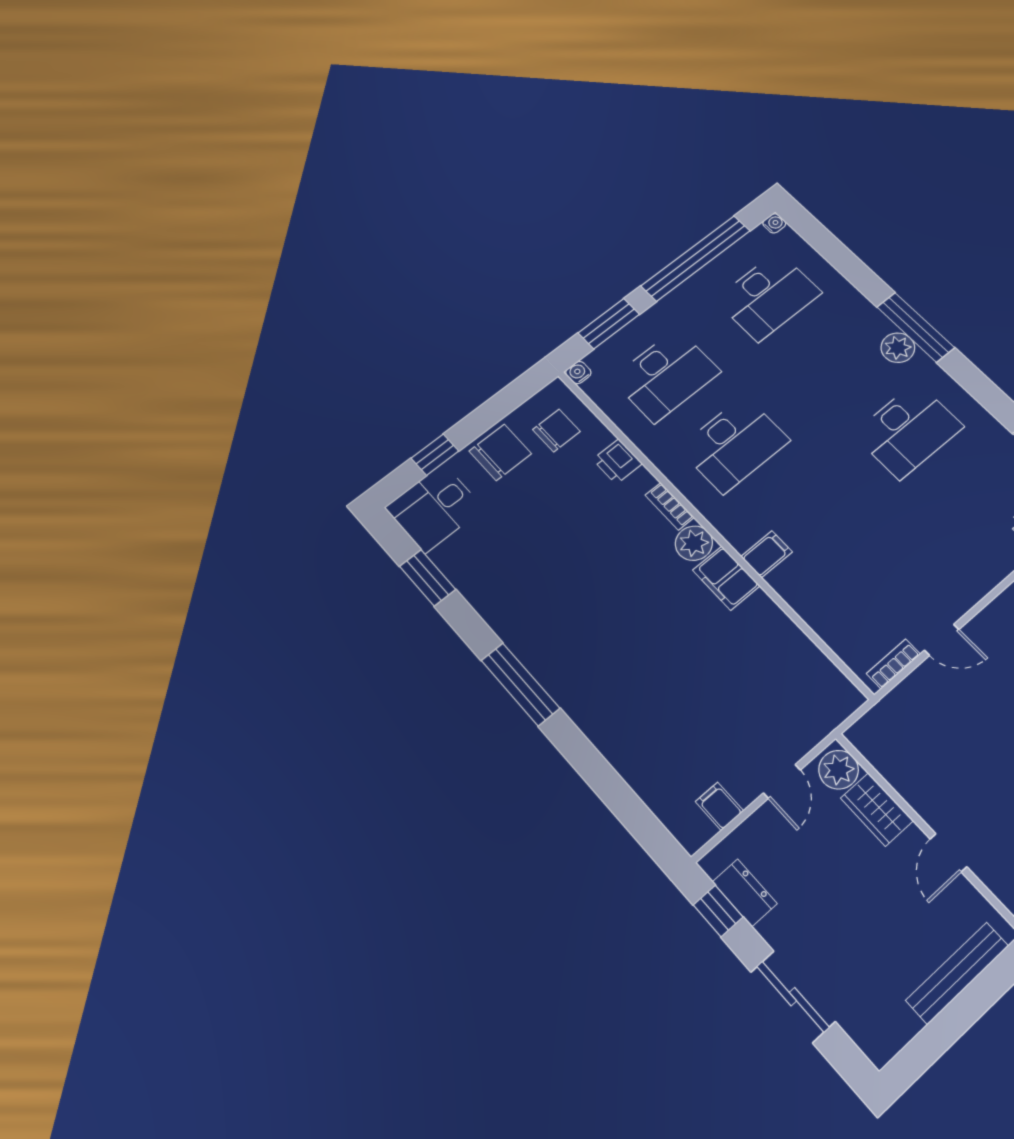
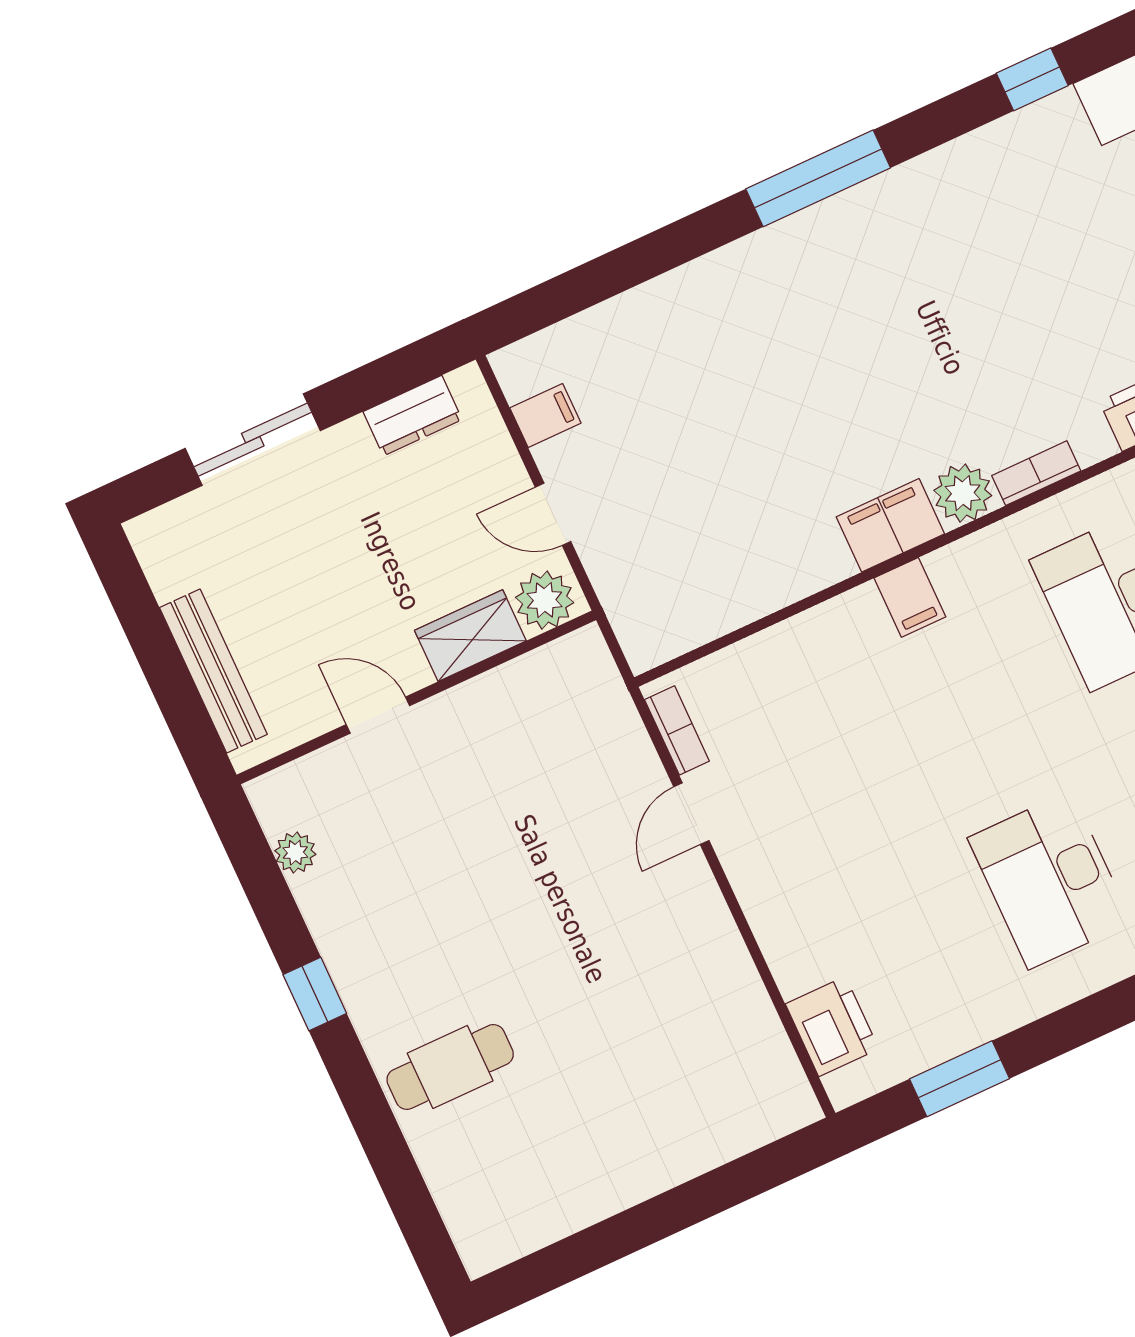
window: (428, 578) -> (1032, 79), width x0.67
window: (718, 911) -> (399, 372), removed

